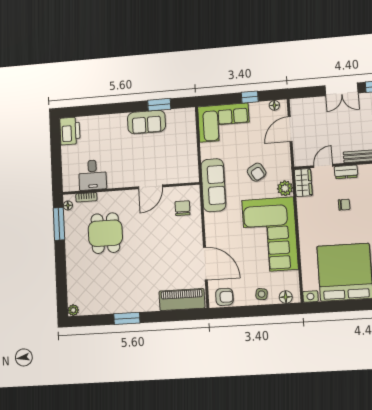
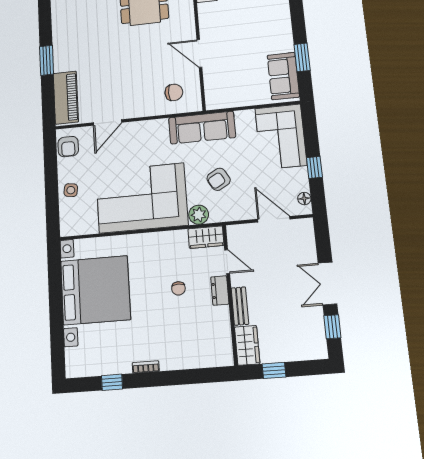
sofa: (146, 122) -> (283, 76), moved
door: (205, 264) -> (107, 123), width x0.73
floor lamp: (286, 297) -> (67, 219), removed
window: (127, 318) -> (47, 60), moved

